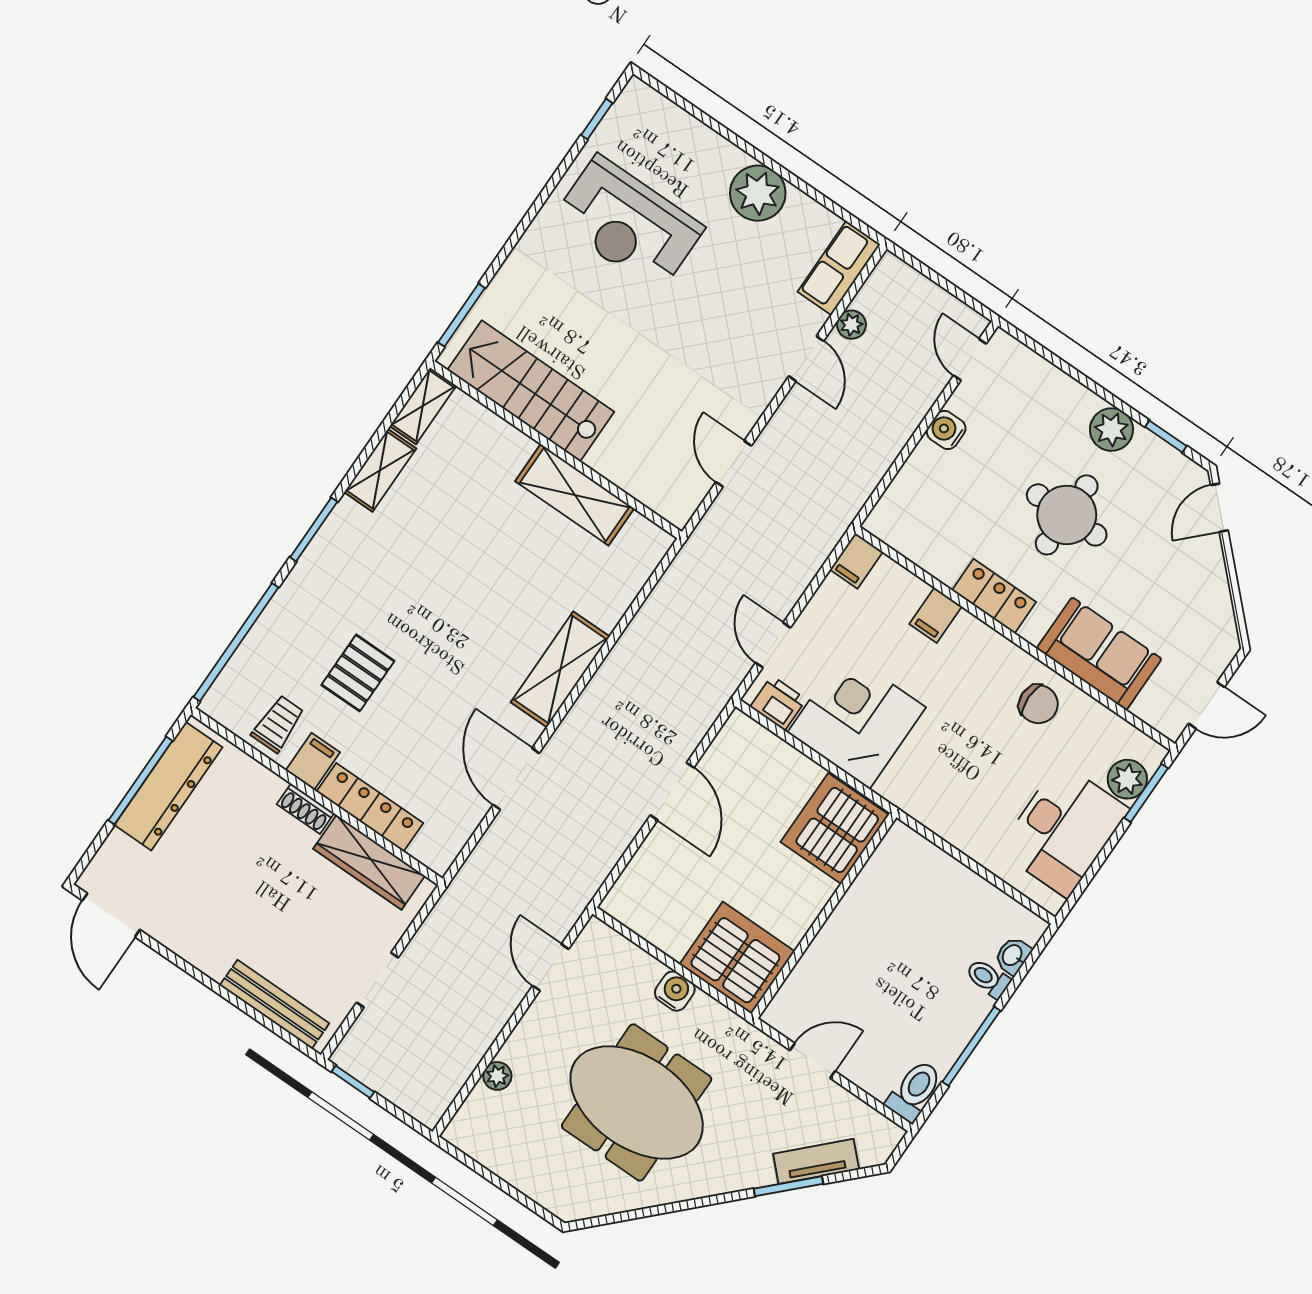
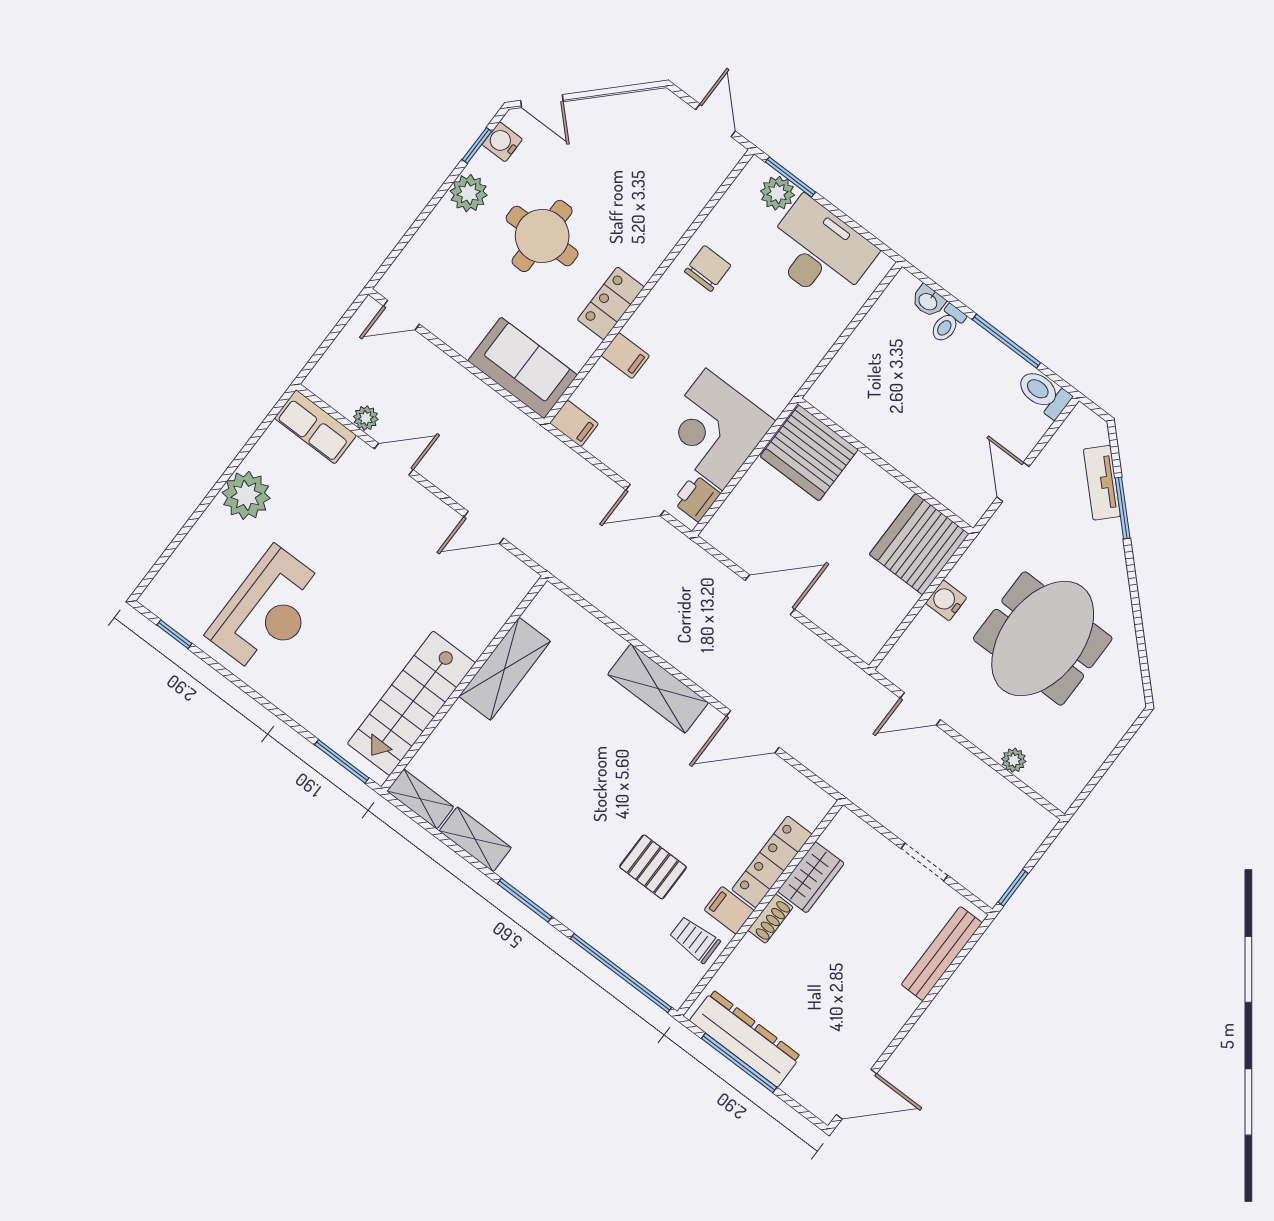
water cooler: (946, 430) -> (502, 142), moved, turned 90
sofa: (1099, 654) -> (523, 368), moved, turned 90
wardrobe: (369, 862) -> (811, 877), width x0.67

